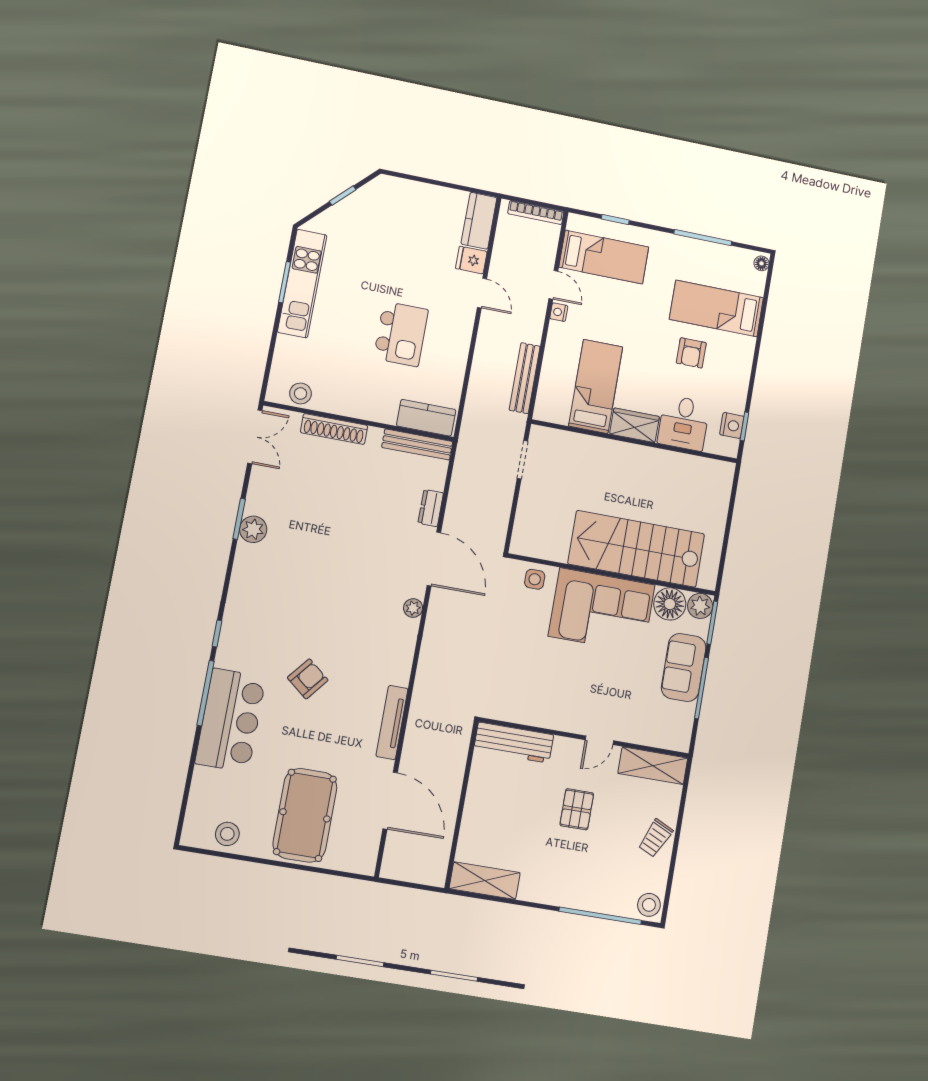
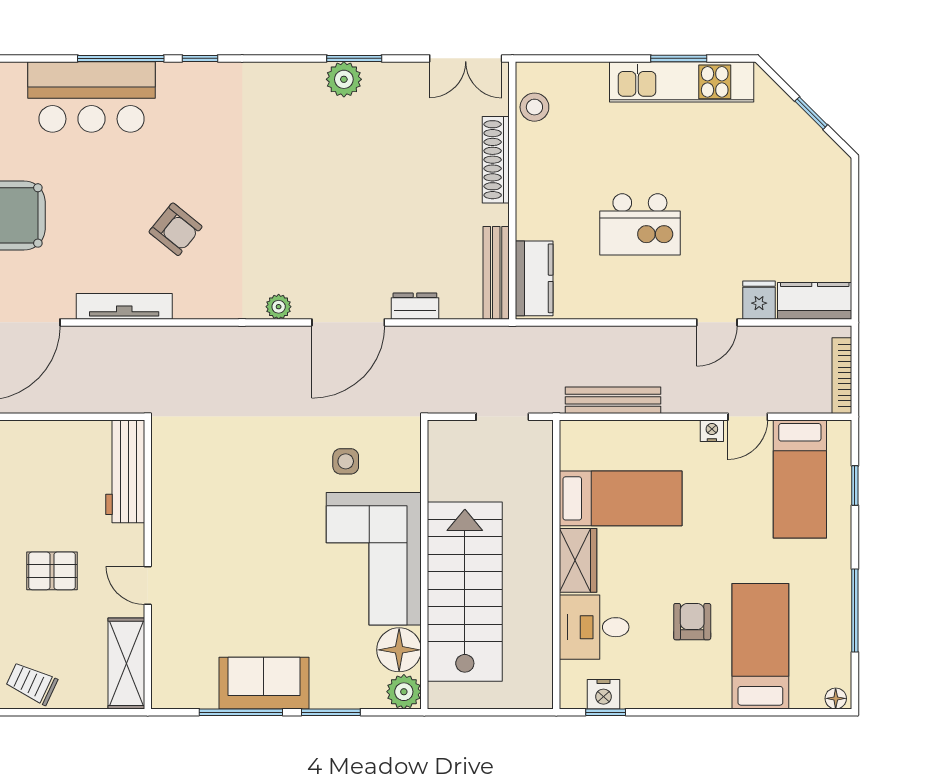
armchair: (691, 353) -> (692, 622), turned 90
stairs: (636, 549) -> (465, 592), moved
wall: (612, 575) -> (424, 564), moved
floor lamp: (670, 604) -> (399, 650), moved
plant: (700, 606) -> (404, 692), moved
corner sofa: (602, 610) -> (374, 559), moved
armchair: (308, 679) -> (176, 229), moved

